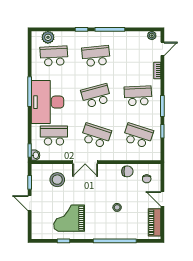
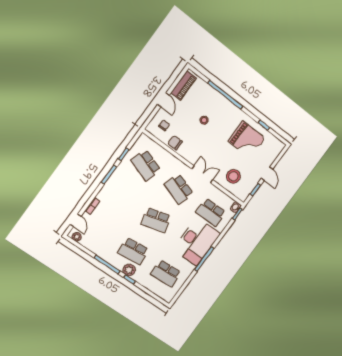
plant: (48, 37) -> (129, 270), moved
door: (162, 49) -> (76, 220), swing flipped
school desk: (138, 96) -> (123, 197), removed

